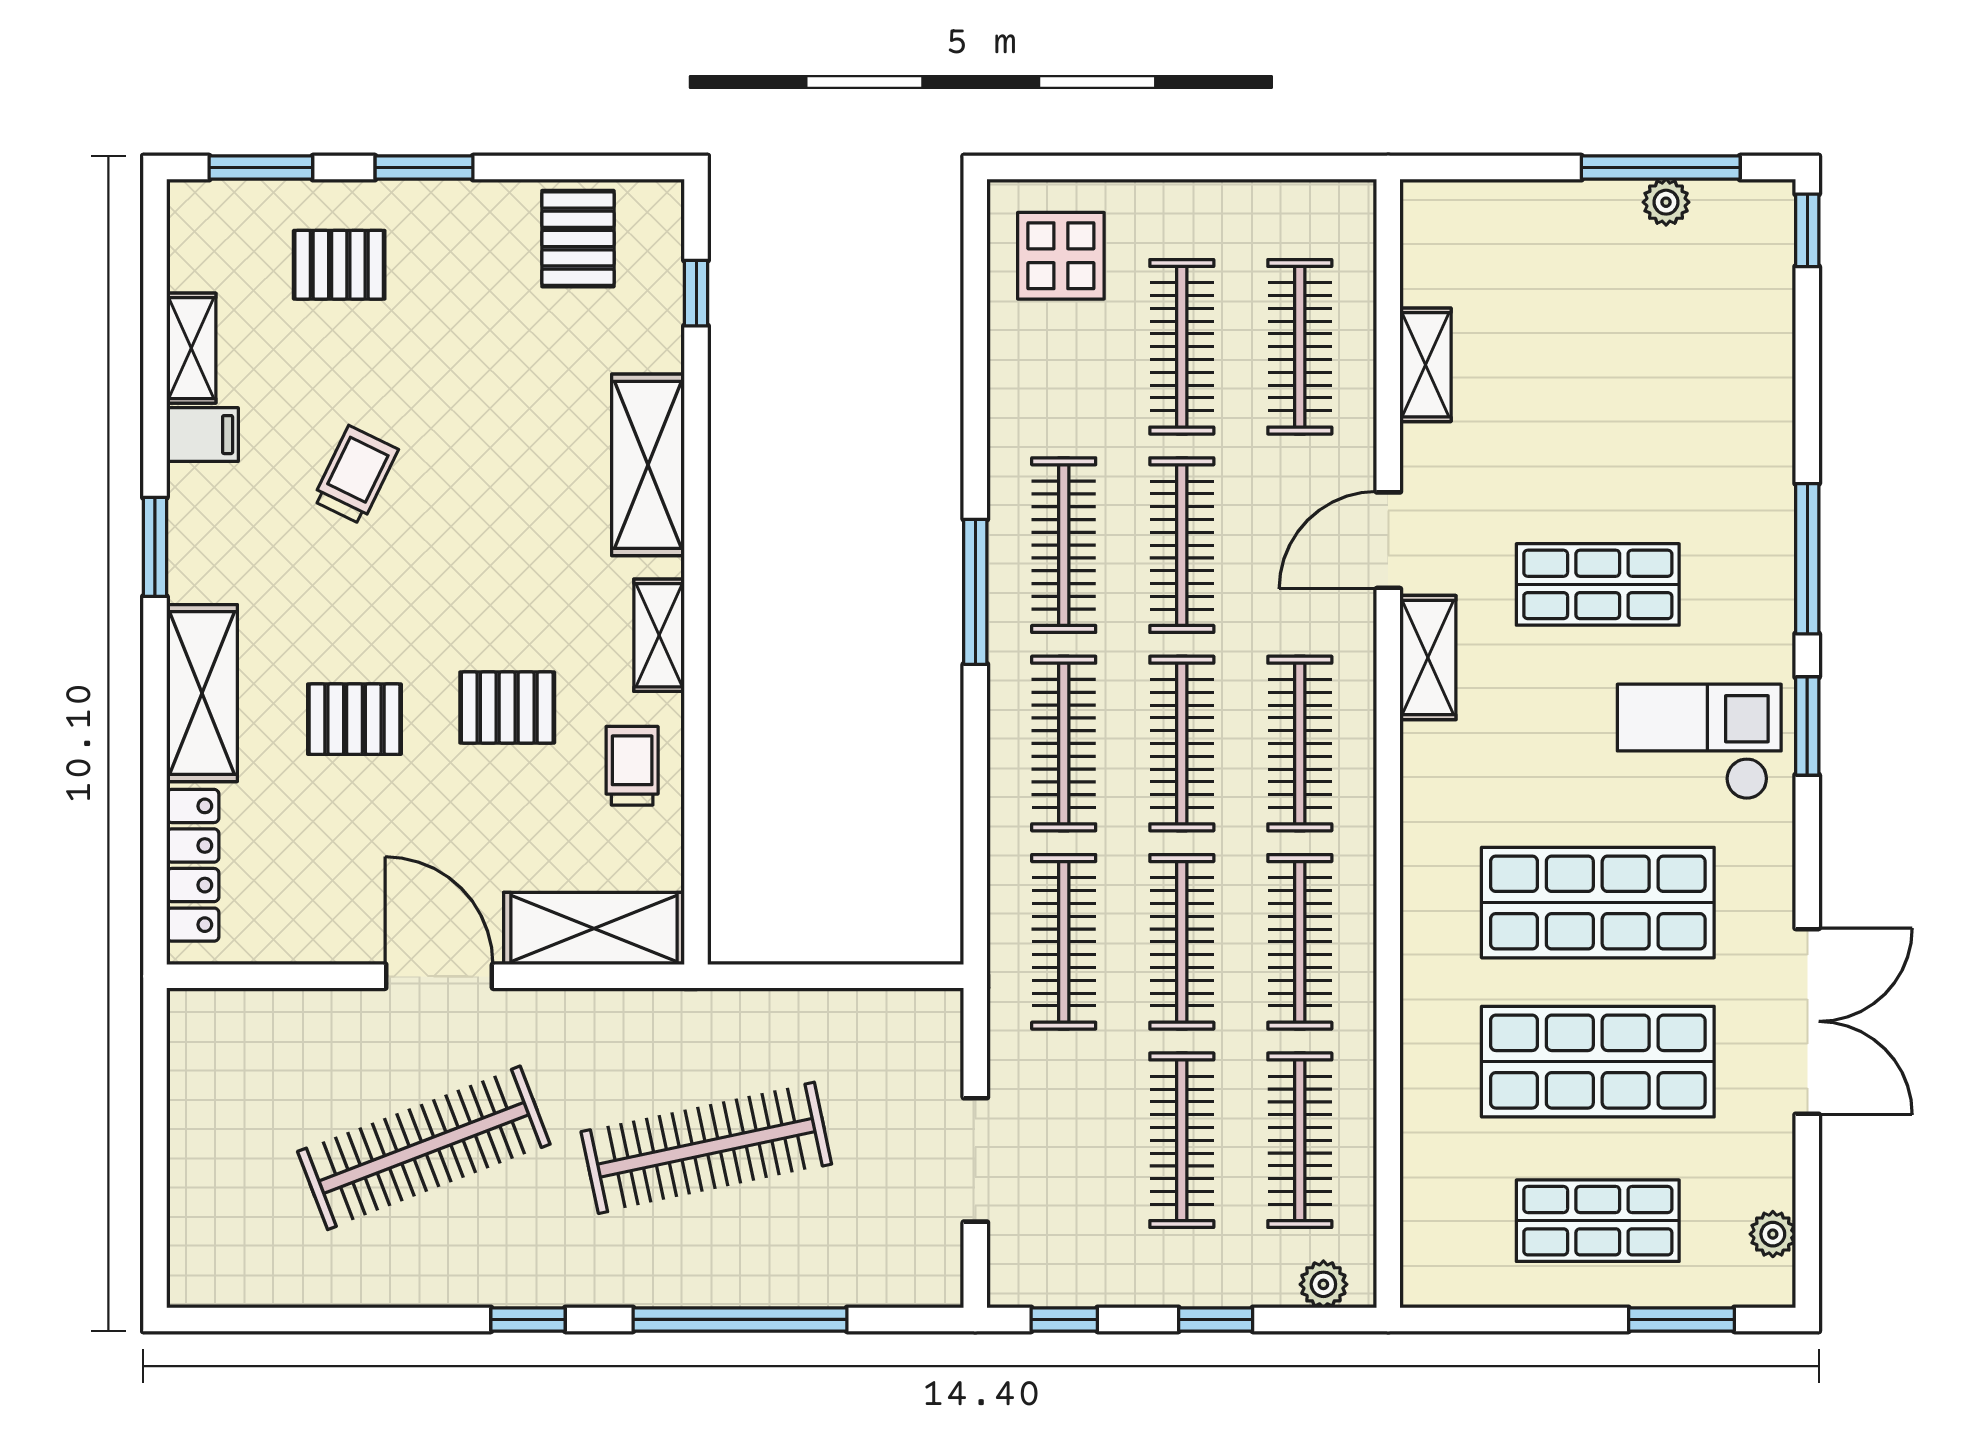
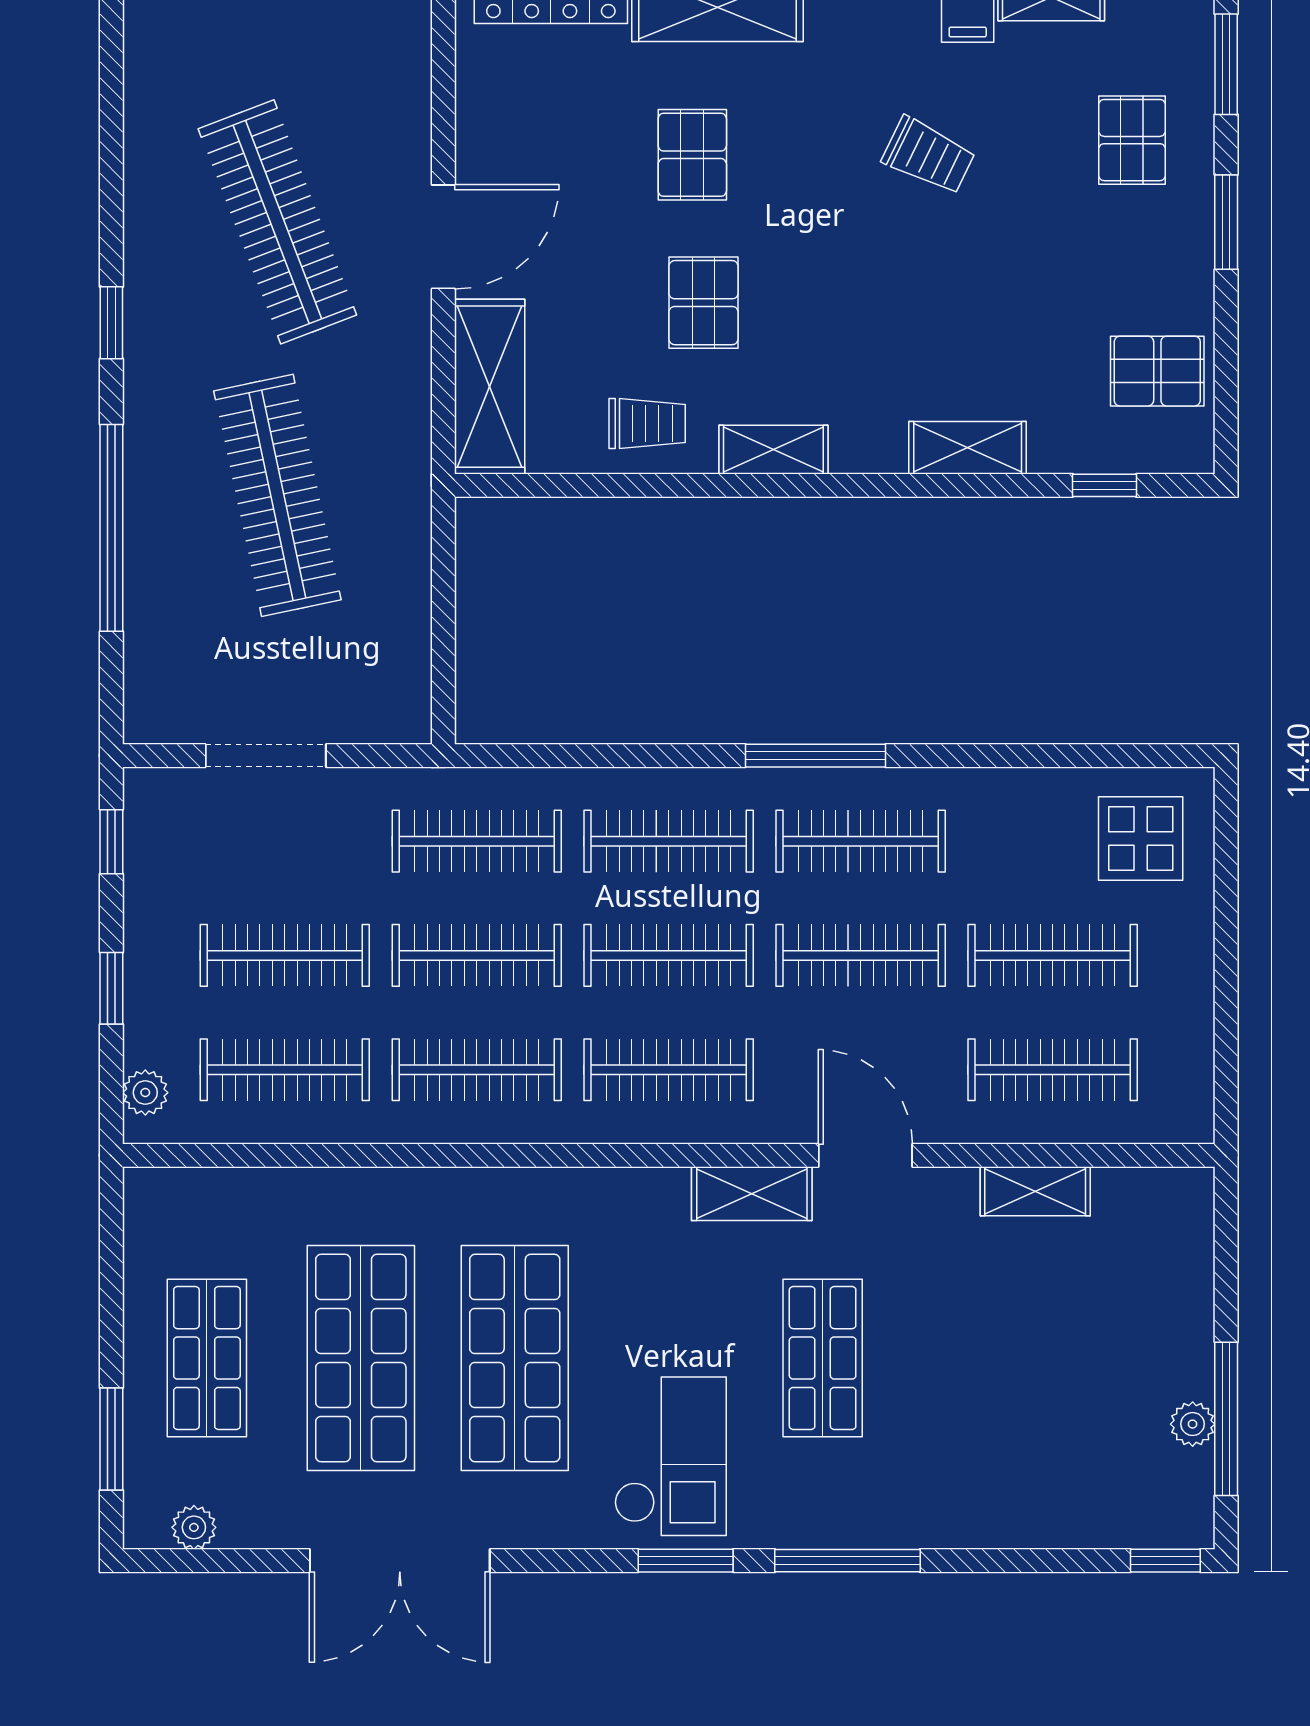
shelving: (648, 465) -> (968, 448), width x0.67, depth x0.75

